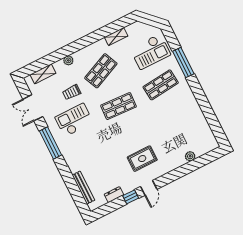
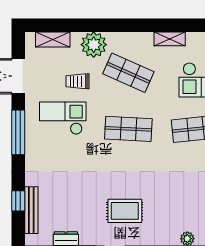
plant: (68, 60) -> (94, 45), width x1.87, depth x1.87
shop shelf: (101, 71) -> (128, 73), turned 48
window: (72, 186) -> (18, 201), added

